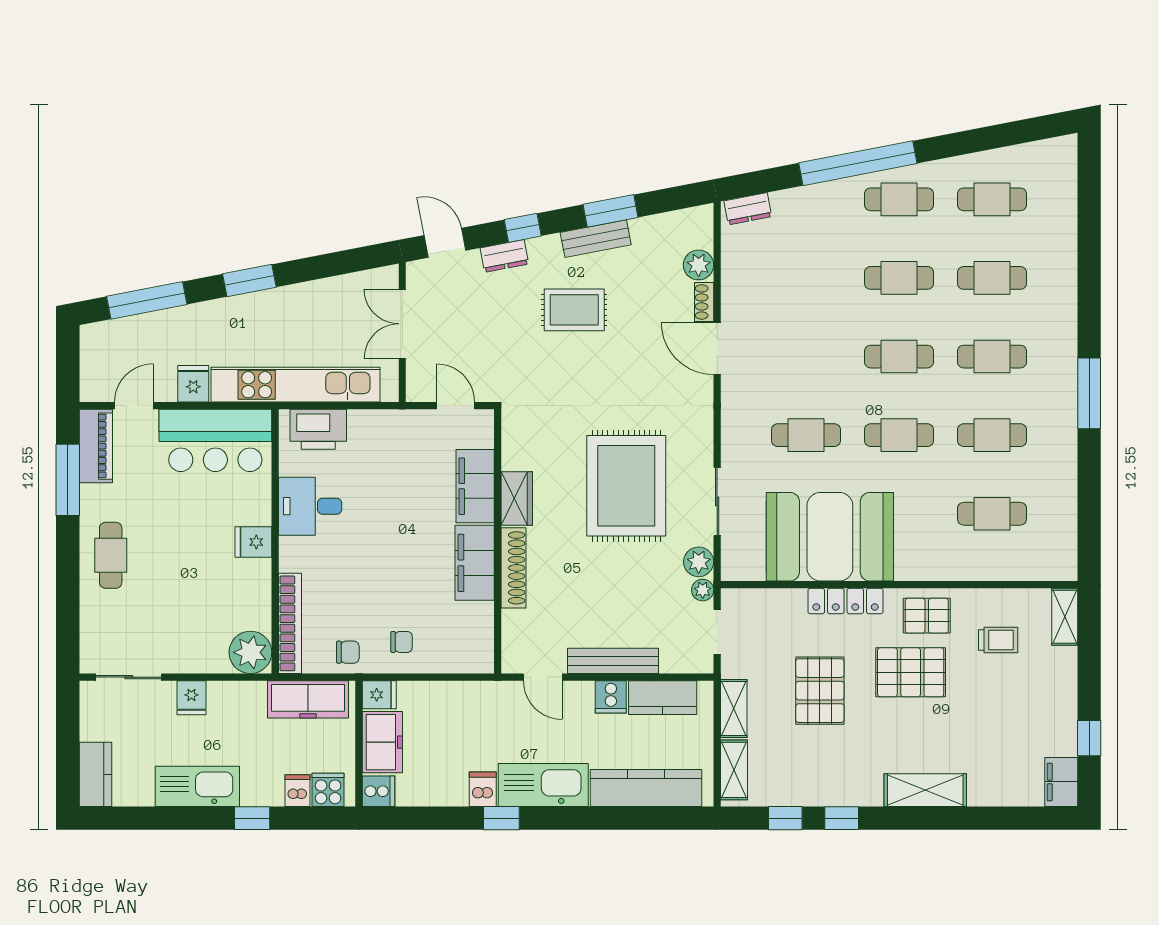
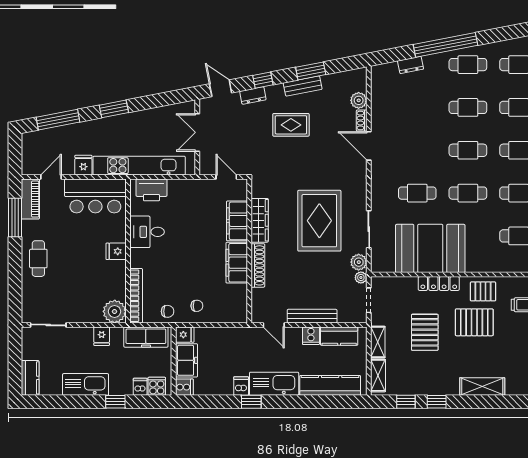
dresser: (748, 209) -> (411, 65), moved
wardrobe: (517, 498) -> (260, 220), width x1.50
fridge: (191, 698) -> (102, 336), moved

